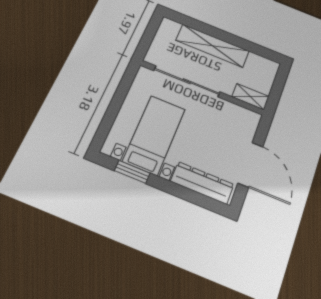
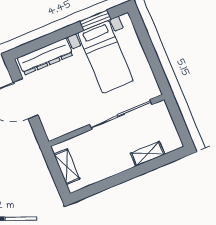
shelving: (213, 46) -> (147, 154), width x0.45, depth x0.75
shelving: (250, 97) -> (67, 167), moved, turned 90

